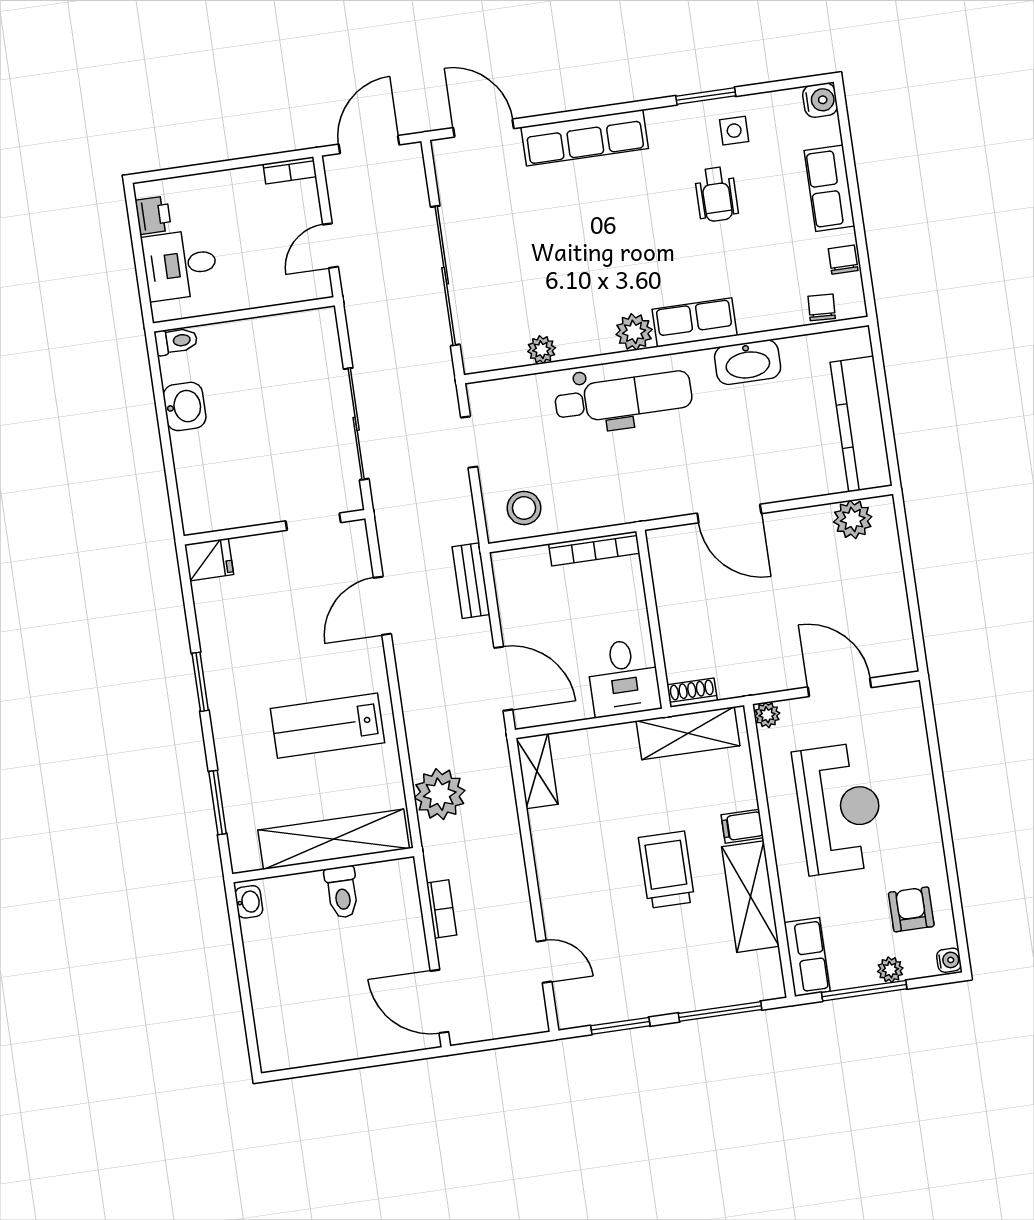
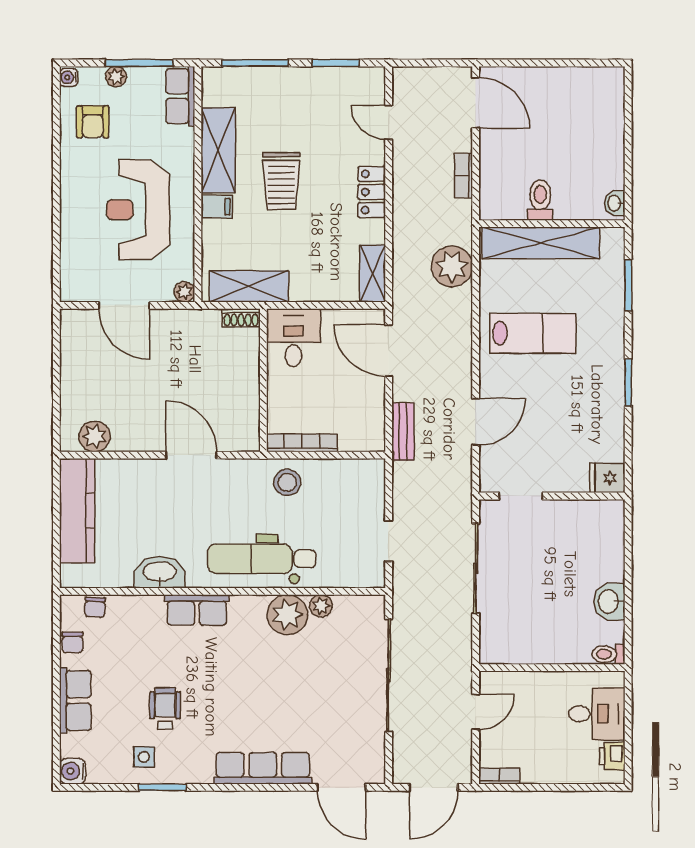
plant: (634, 332) -> (287, 615), moved, width x1.36, depth x1.36
stool: (524, 508) -> (287, 482), moved
locker: (553, 872) -> (372, 192), added

